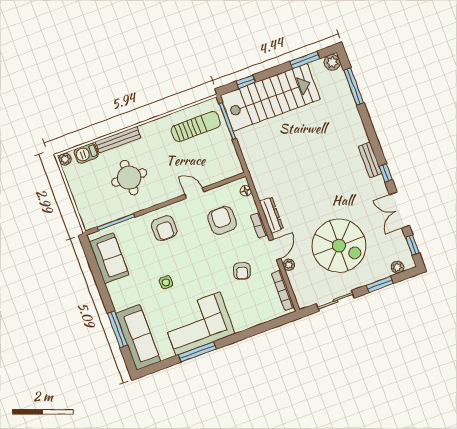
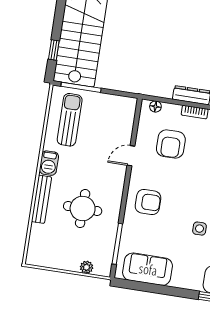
barbecue: (86, 153) -> (49, 163), moved
plant: (65, 159) -> (87, 267), moved
armchair: (222, 220) -> (171, 144), turned -90

